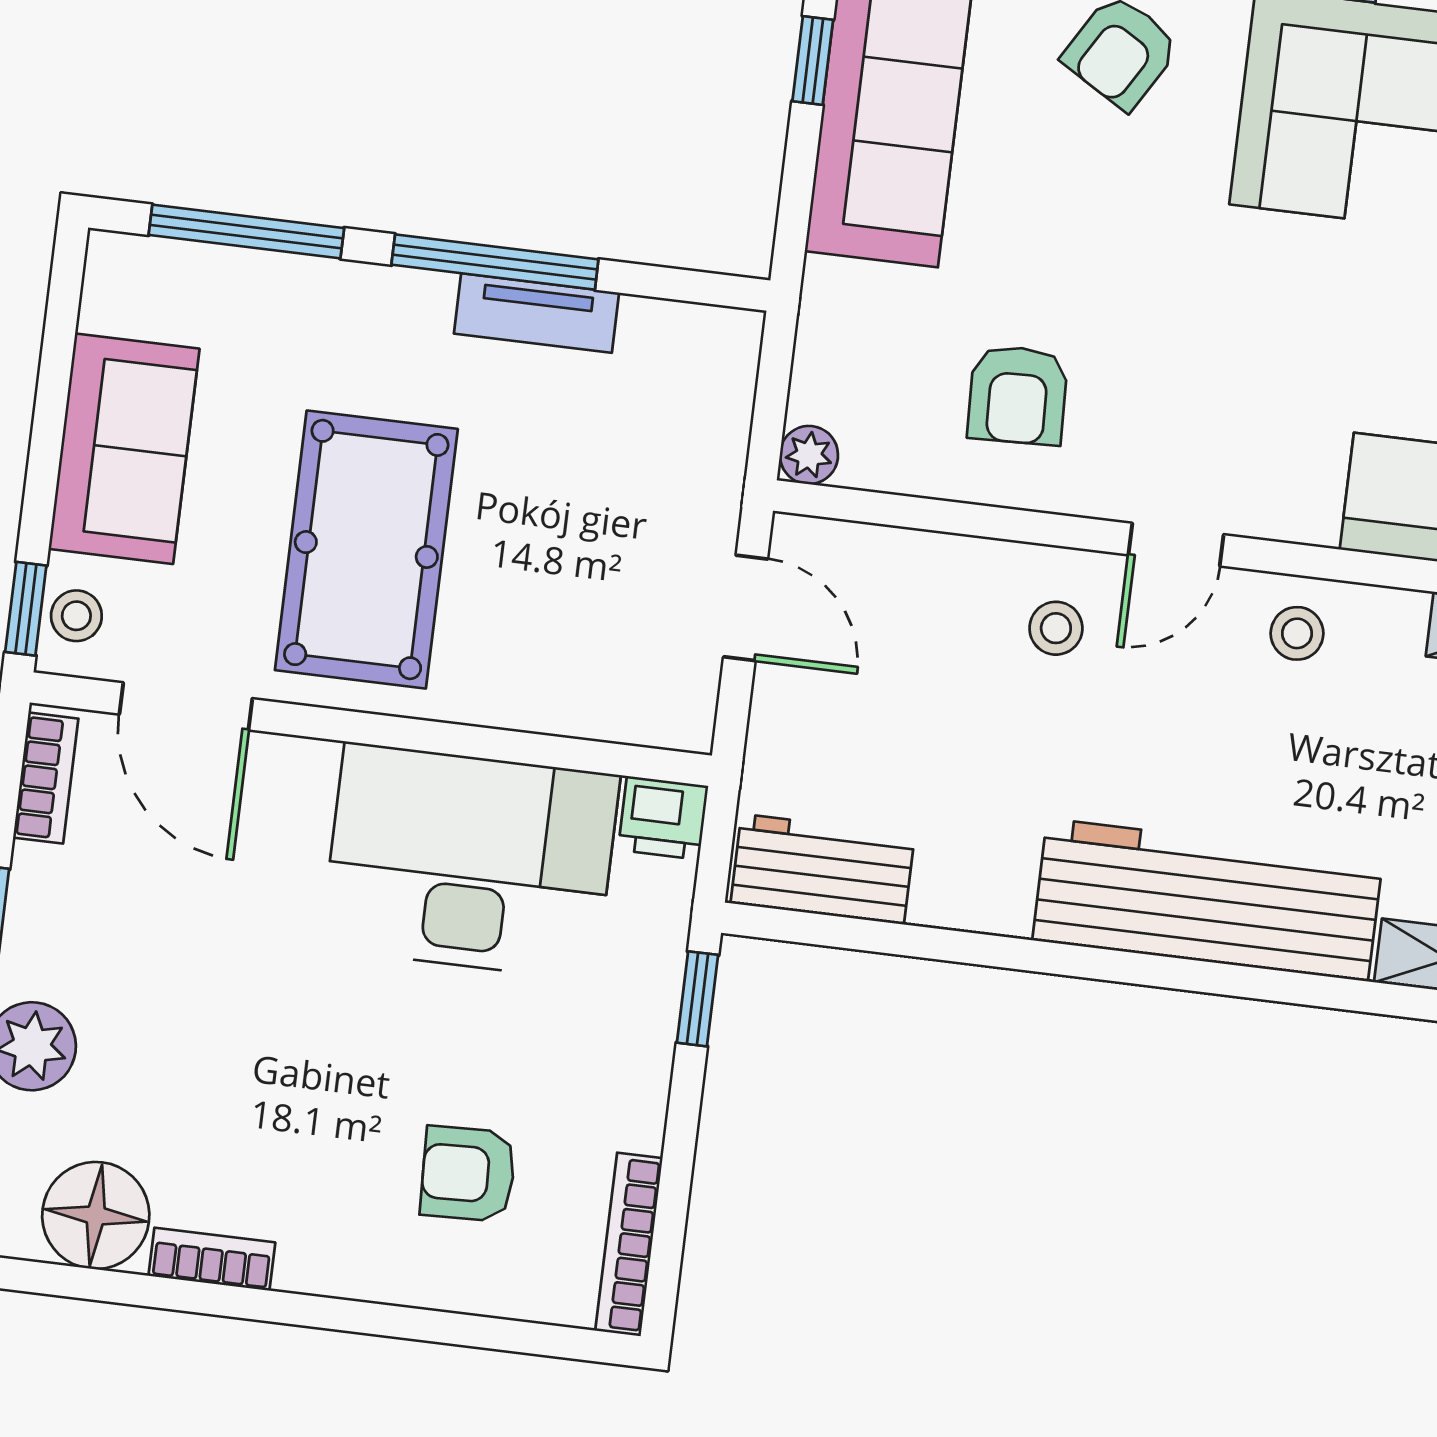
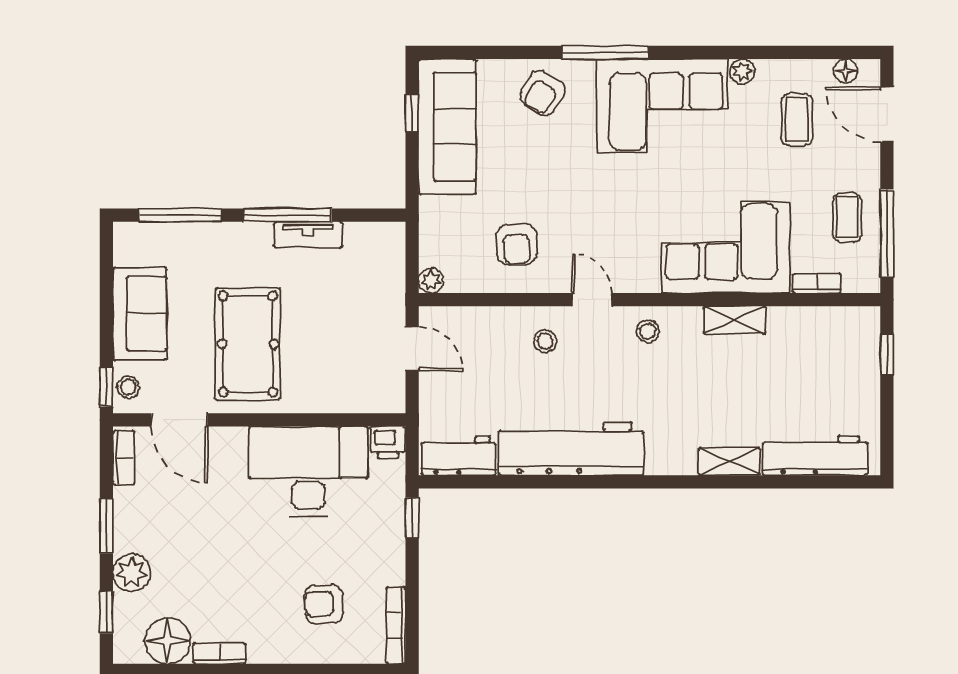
door: (1176, 545) -> (592, 300), swing flipped
workbench: (1208, 900) -> (571, 449), moved

